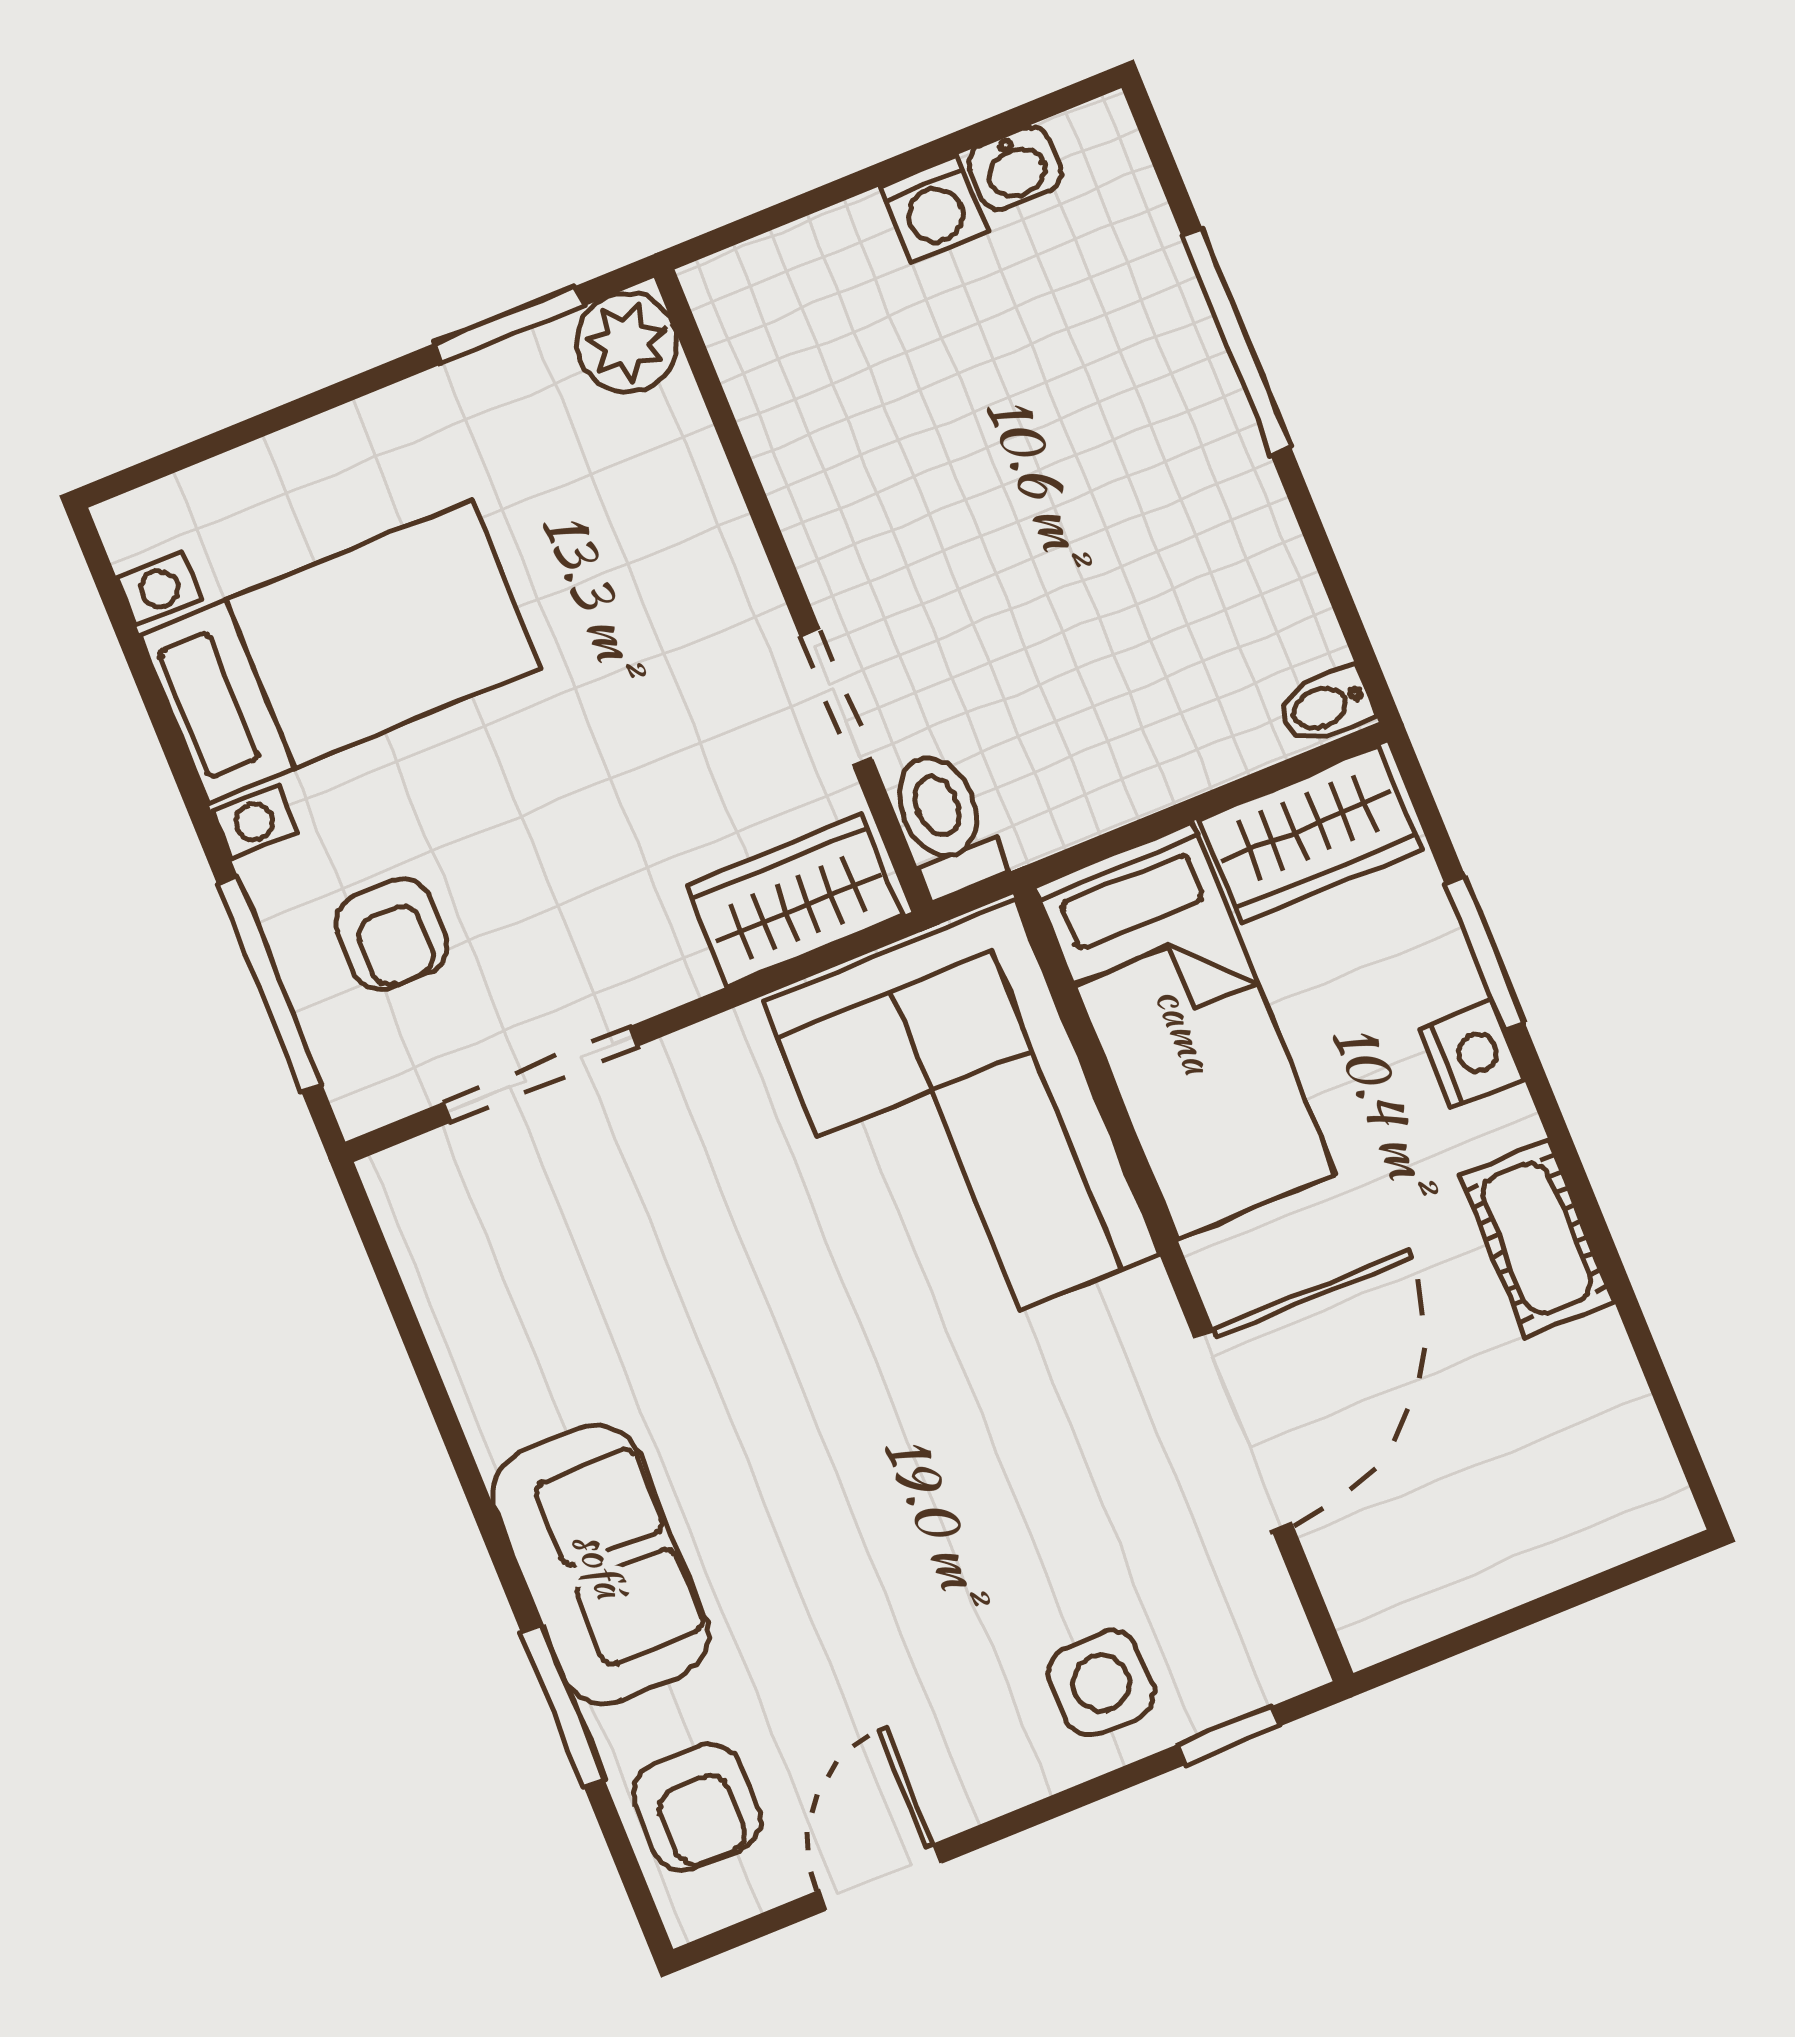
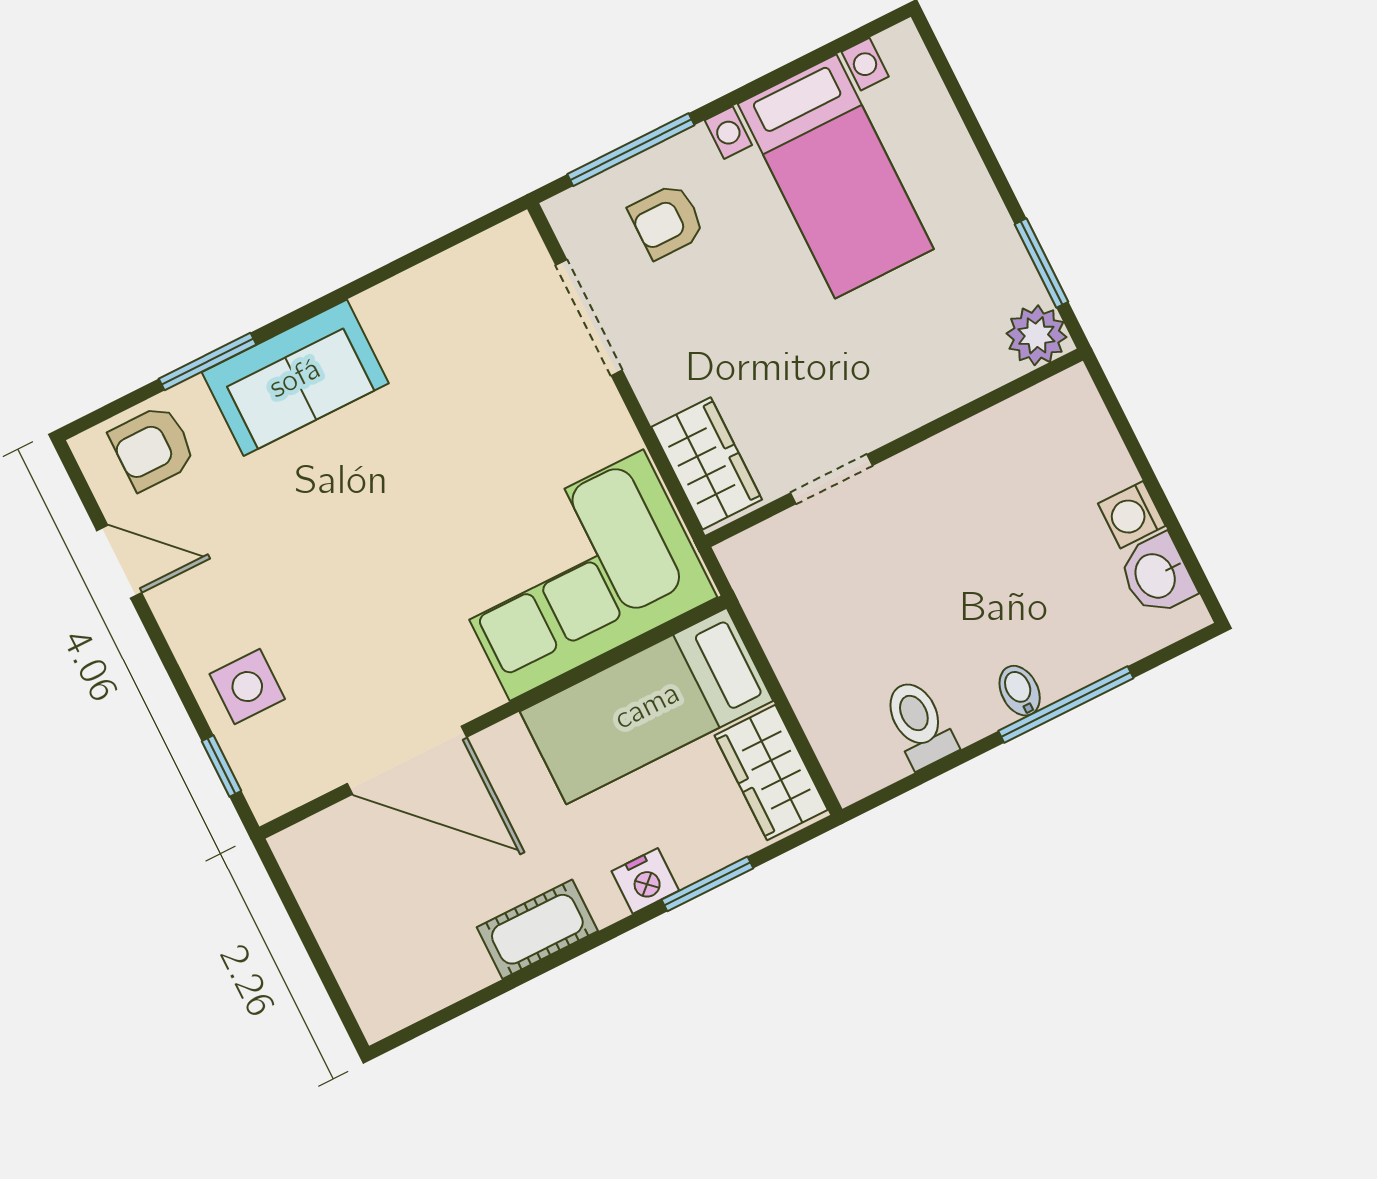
washbasin: (1015, 168) -> (1157, 575), width x1.38, depth x1.45
bidet: (1325, 706) -> (1020, 691), moved
toilet: (945, 824) -> (919, 724), moved, turned -90

